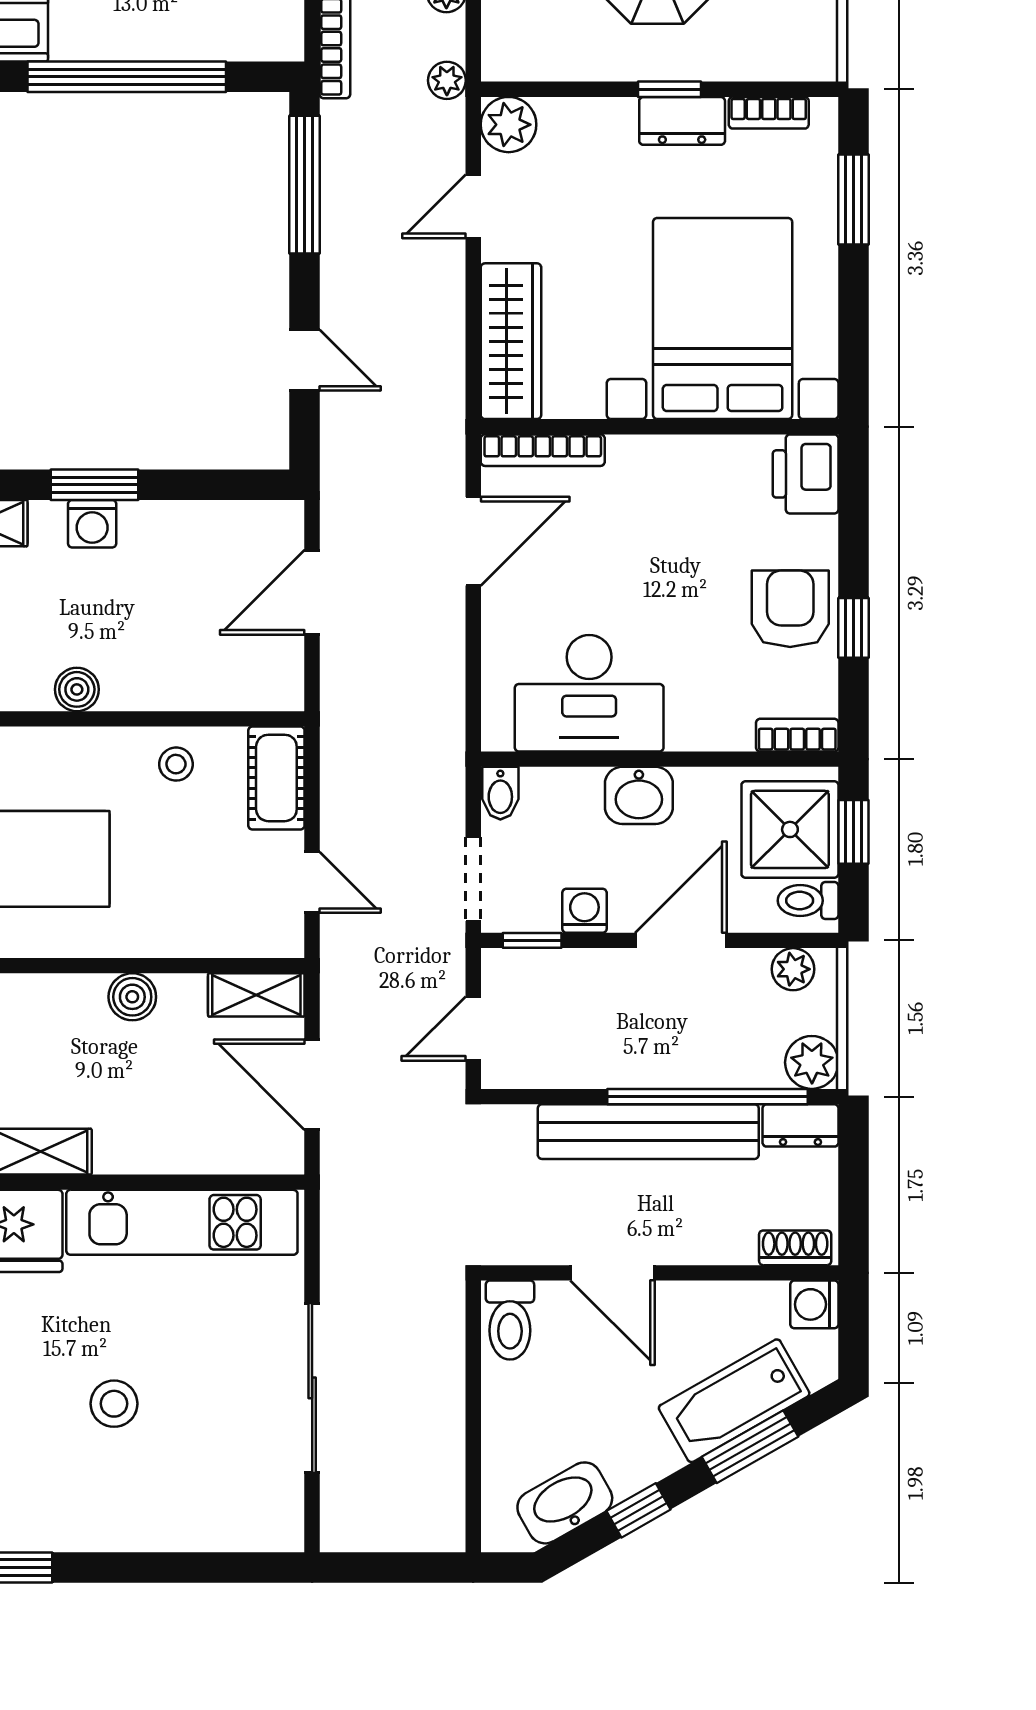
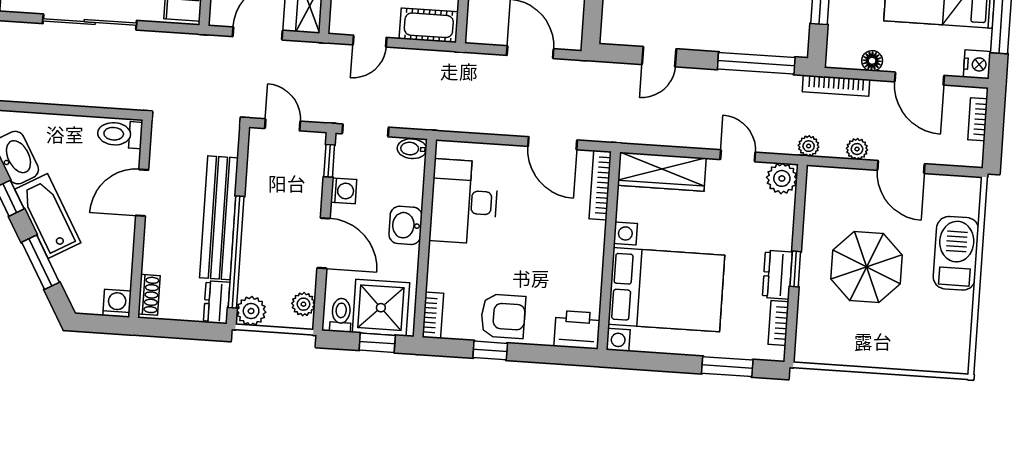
bathtub: (734, 1401) -> (48, 216), moved

